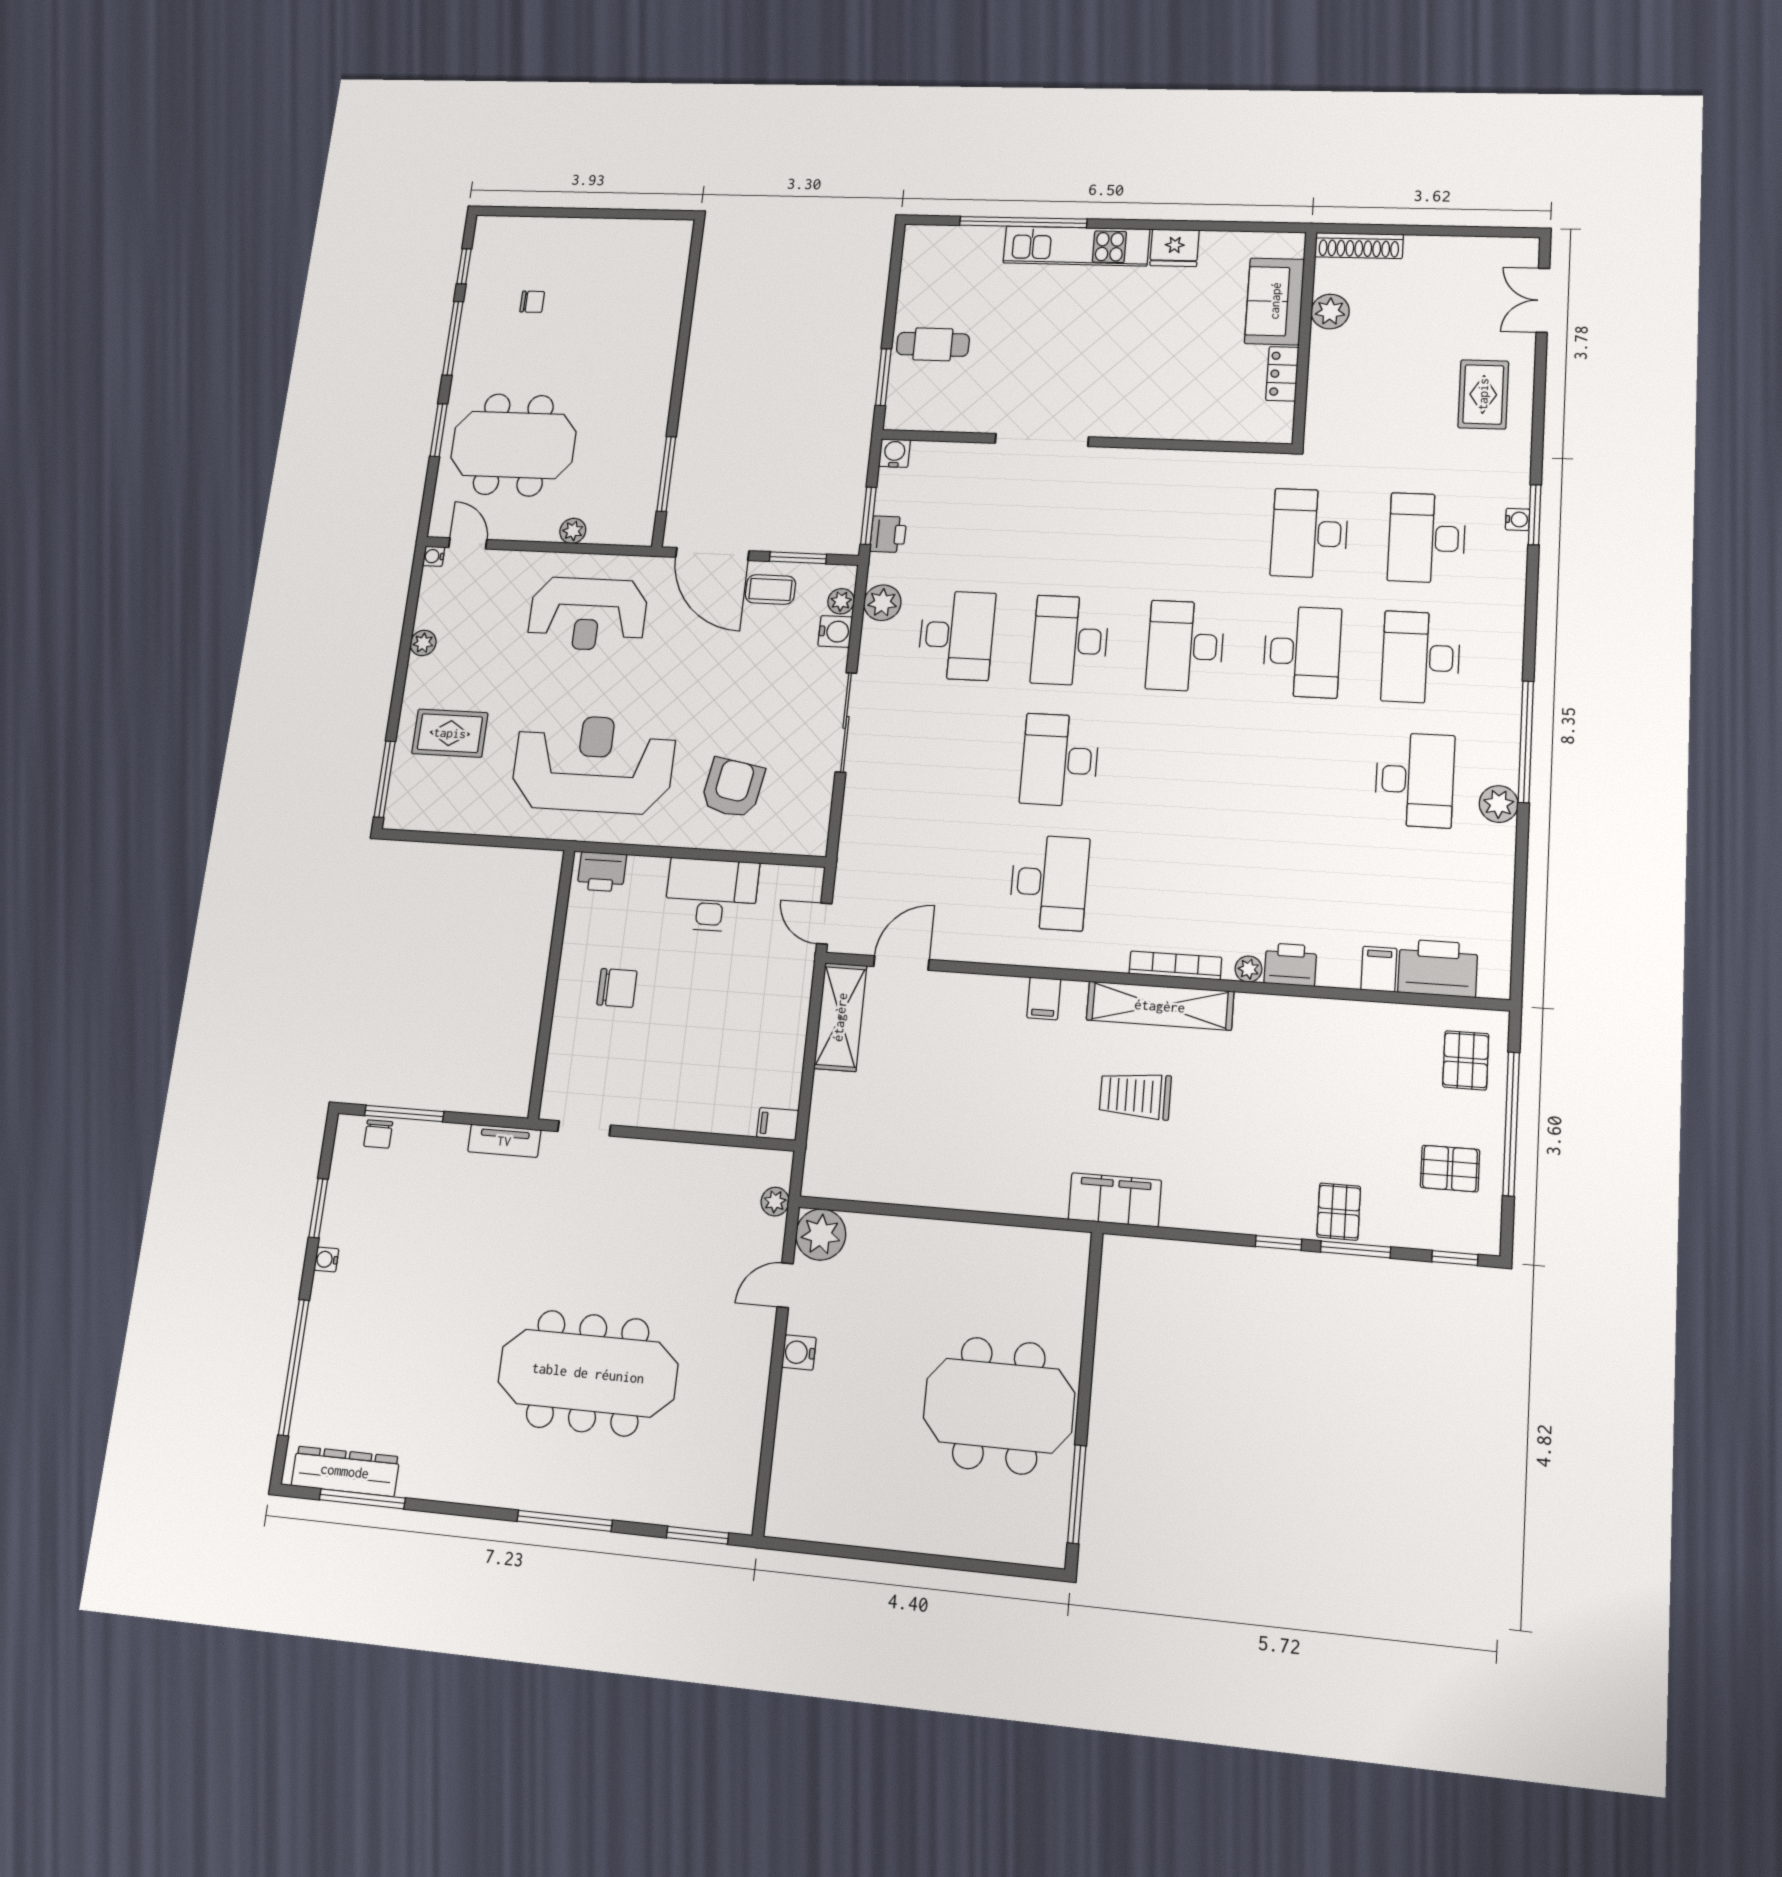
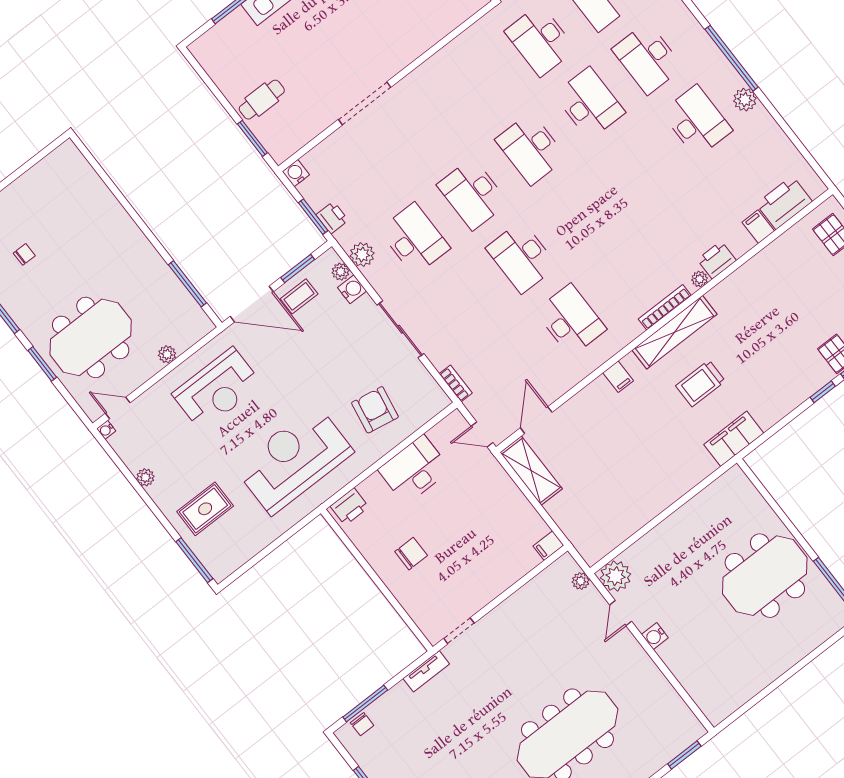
bookcase: (850, 838) -> (456, 383), added

